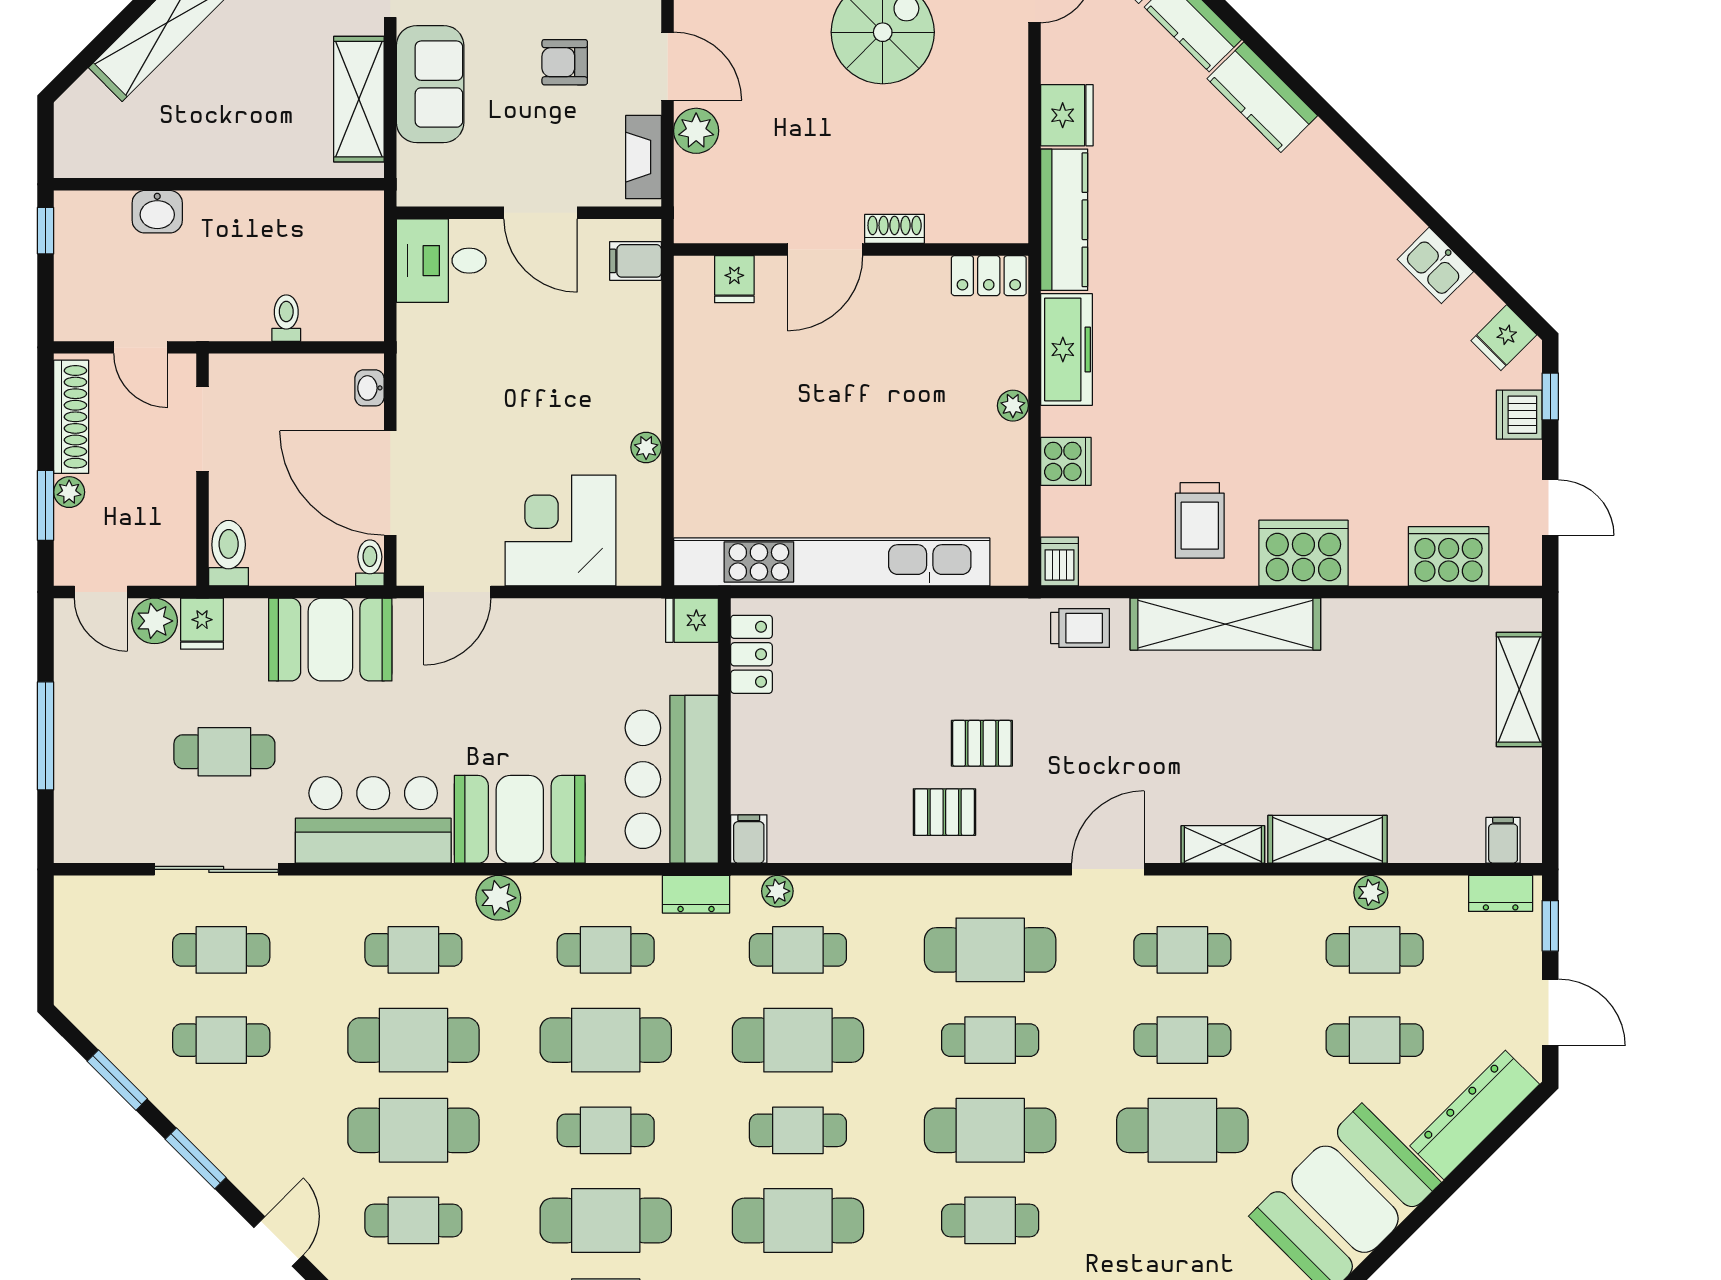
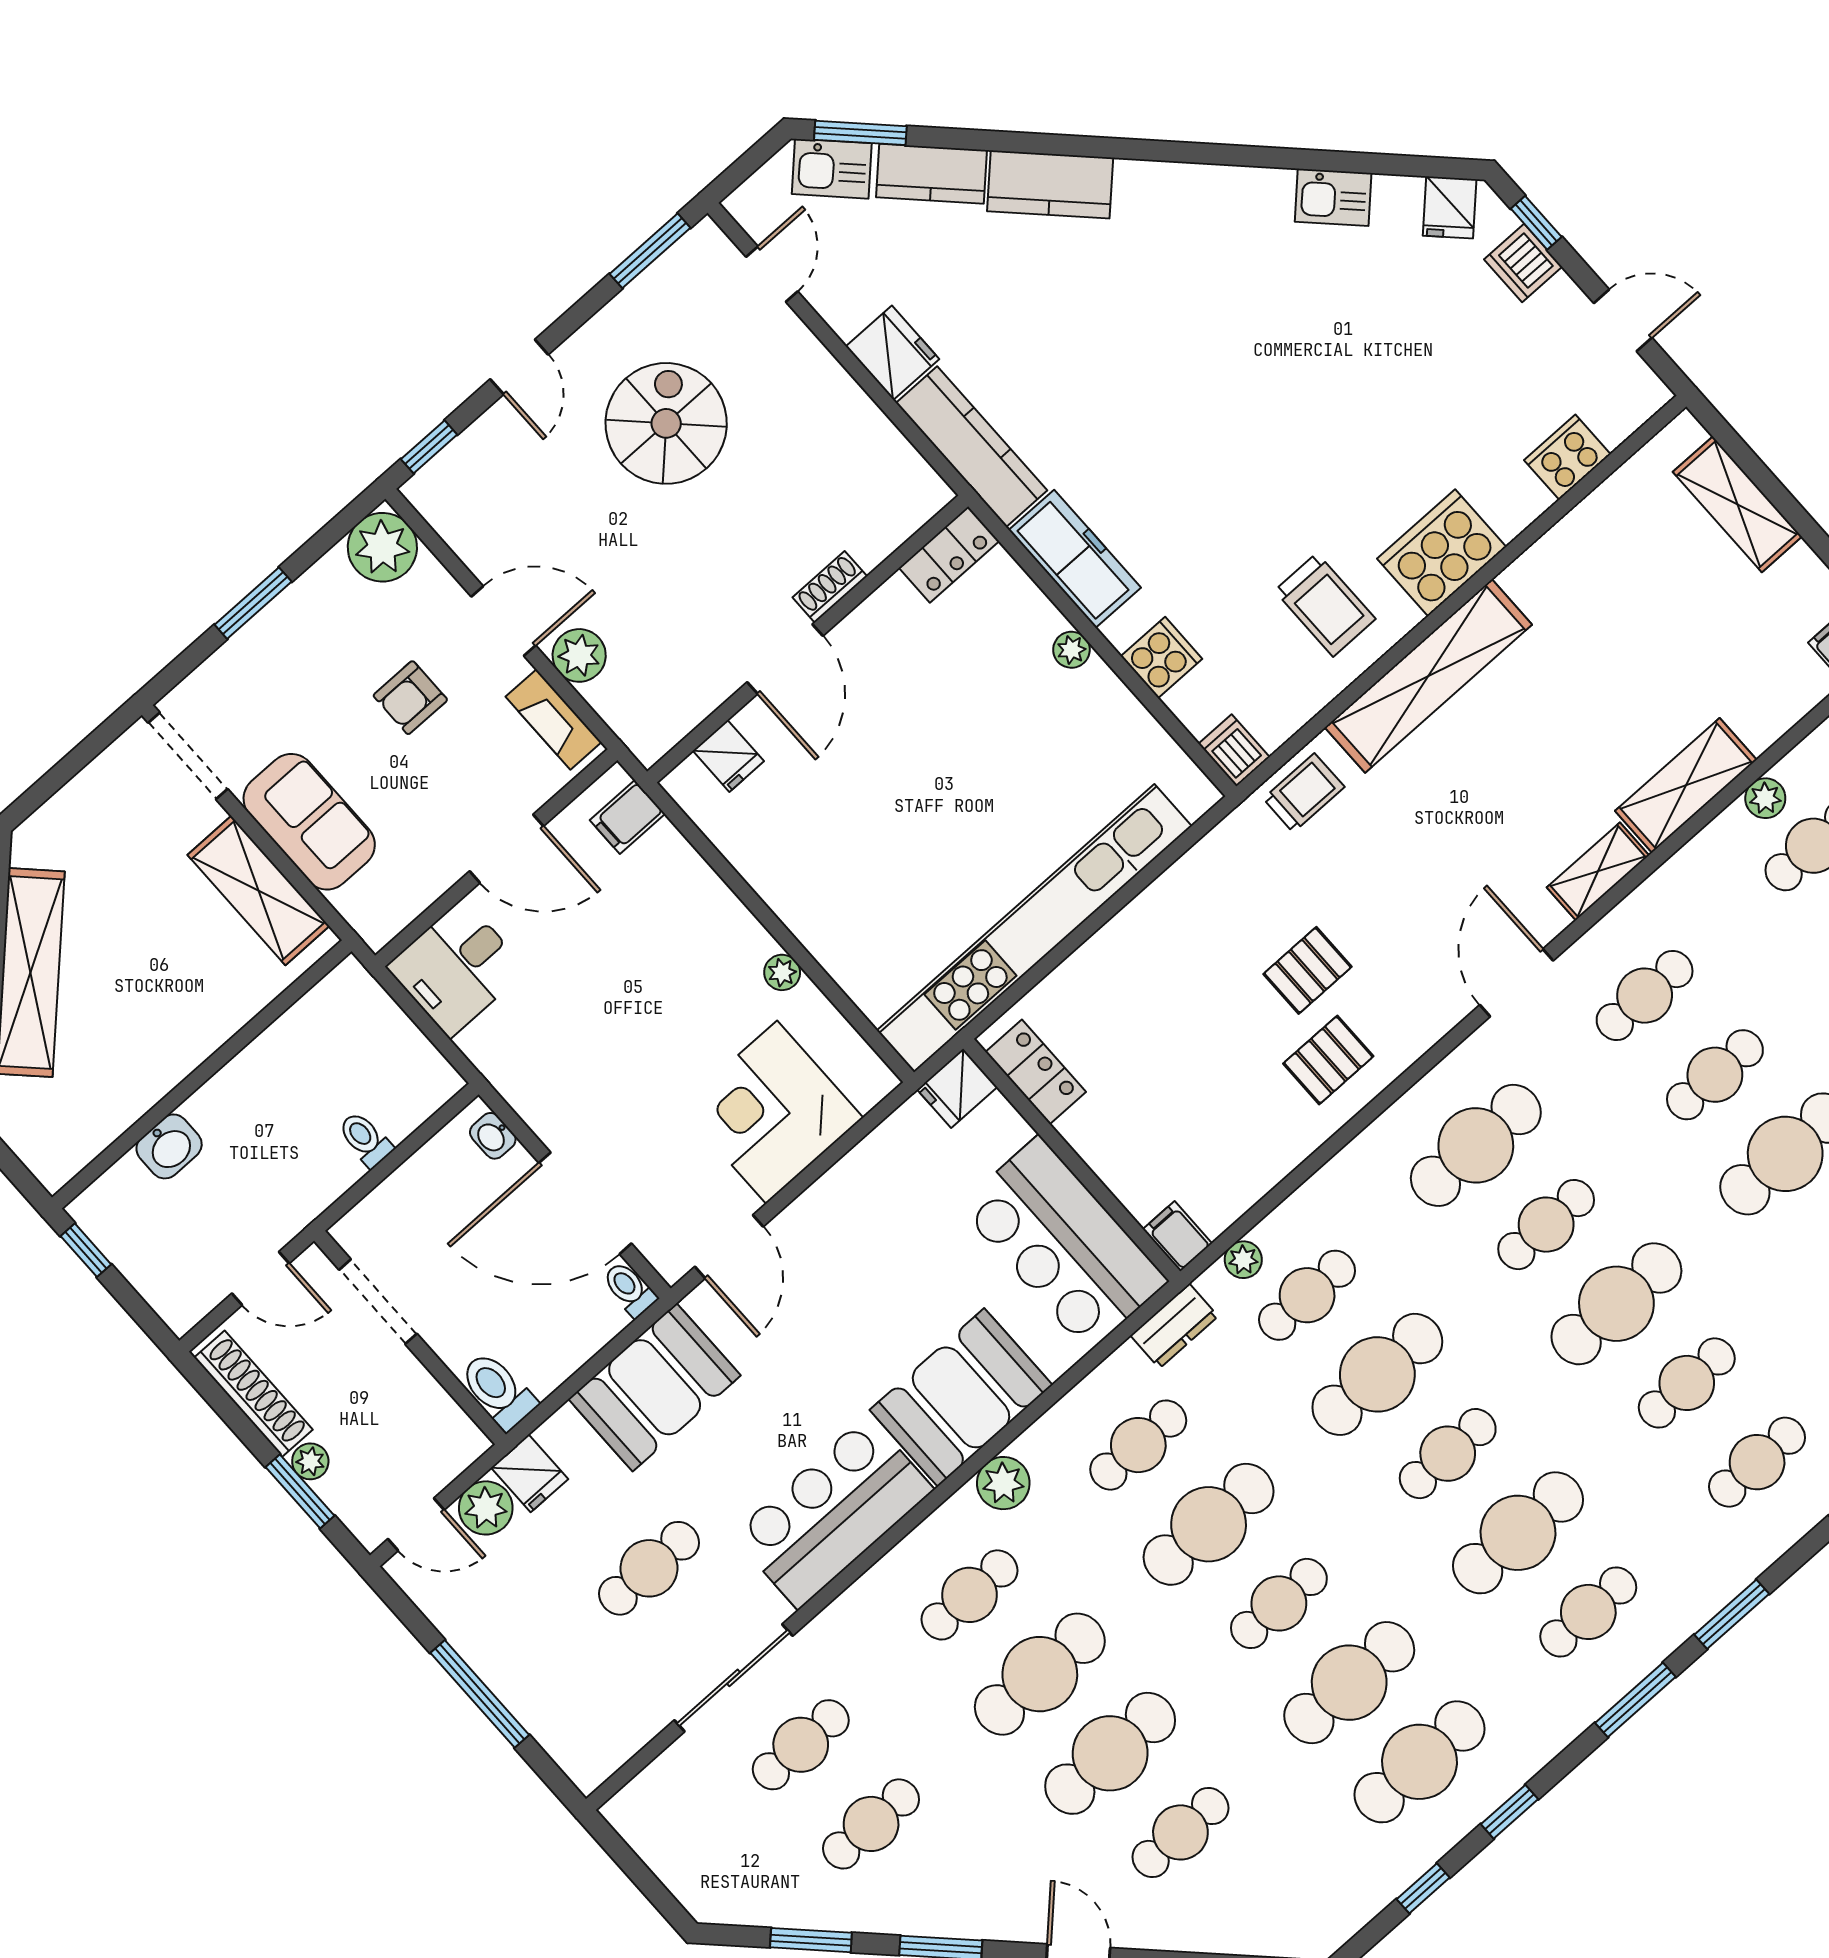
cooker: (1449, 556) -> (1567, 457), width x0.73, depth x0.76

